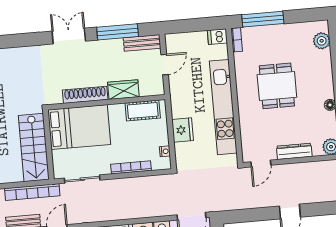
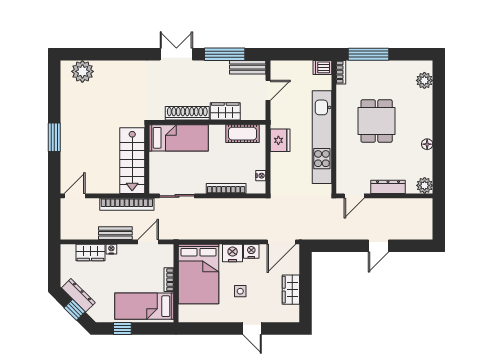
bed: (79, 127) -> (179, 138), width x0.67
fridge: (183, 130) -> (280, 140), moved

